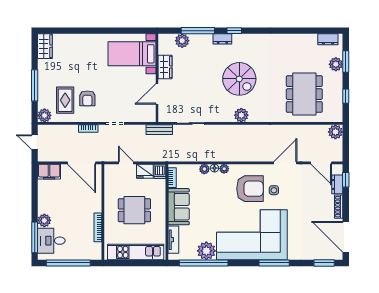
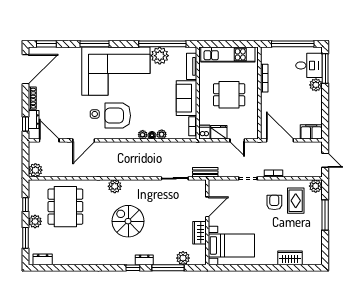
wardrobe: (45, 46) -> (290, 258), moved, turned 90
plant: (336, 64) -> (35, 221), moved
plant: (241, 115) -> (115, 186), moved
door: (346, 237) -> (25, 69), hinge flipped

